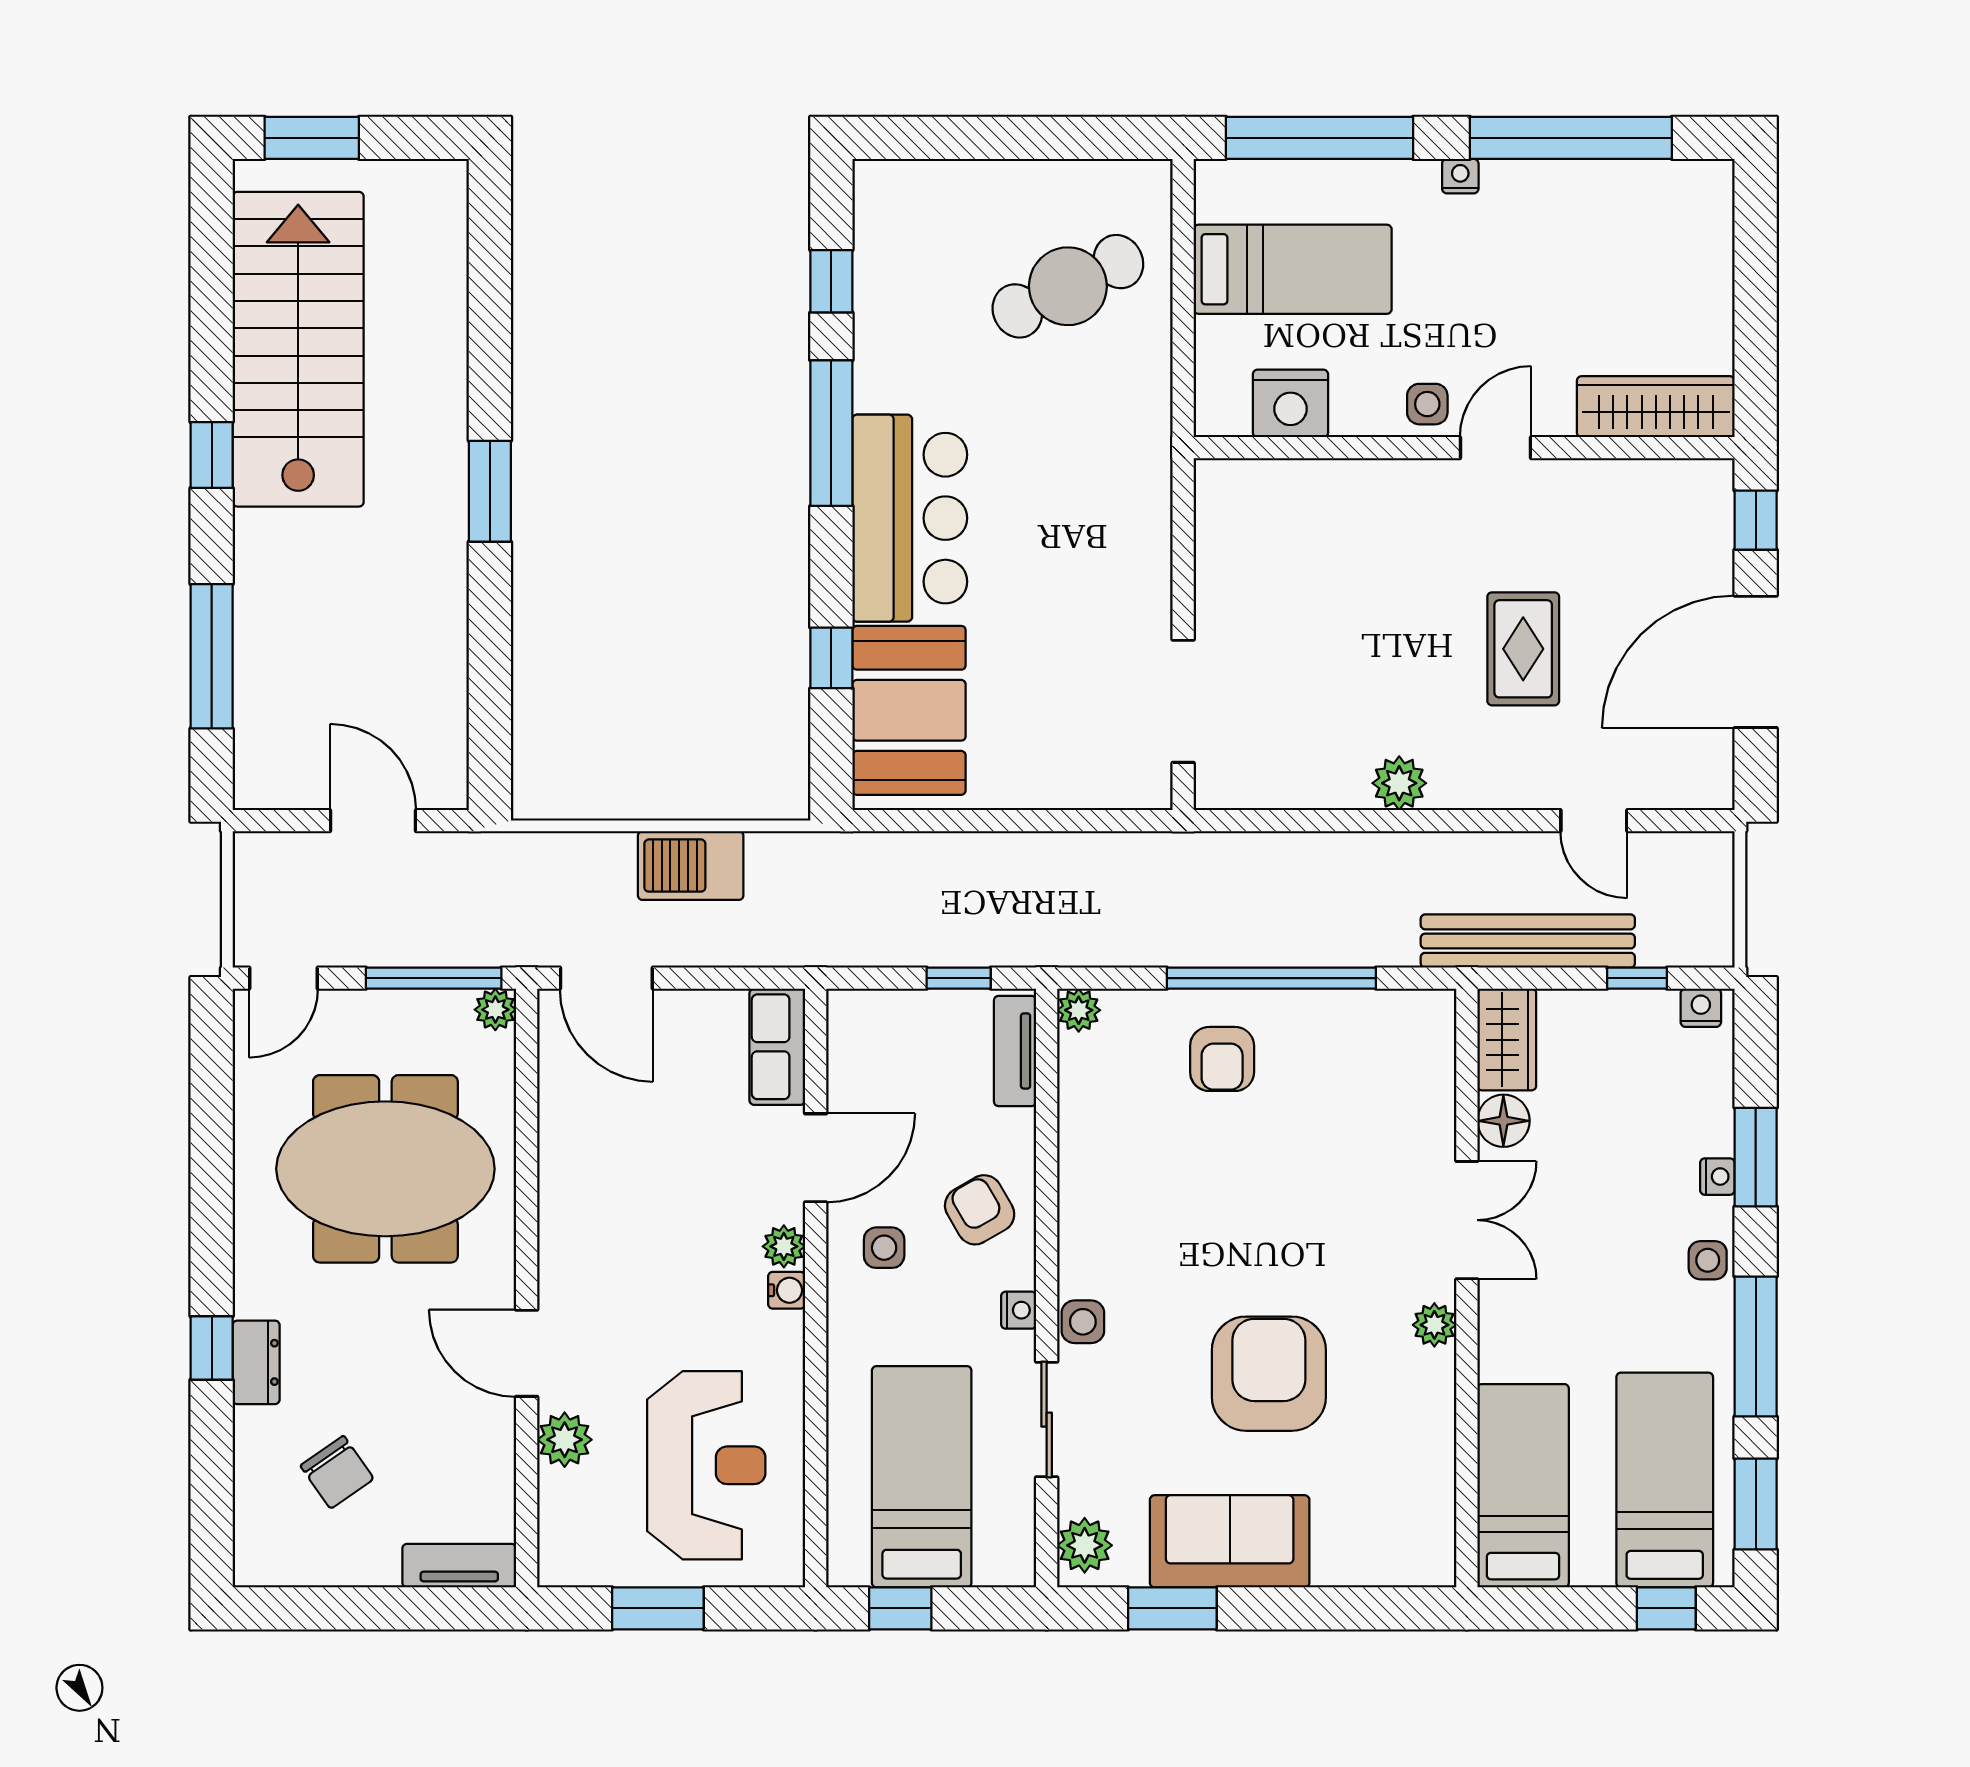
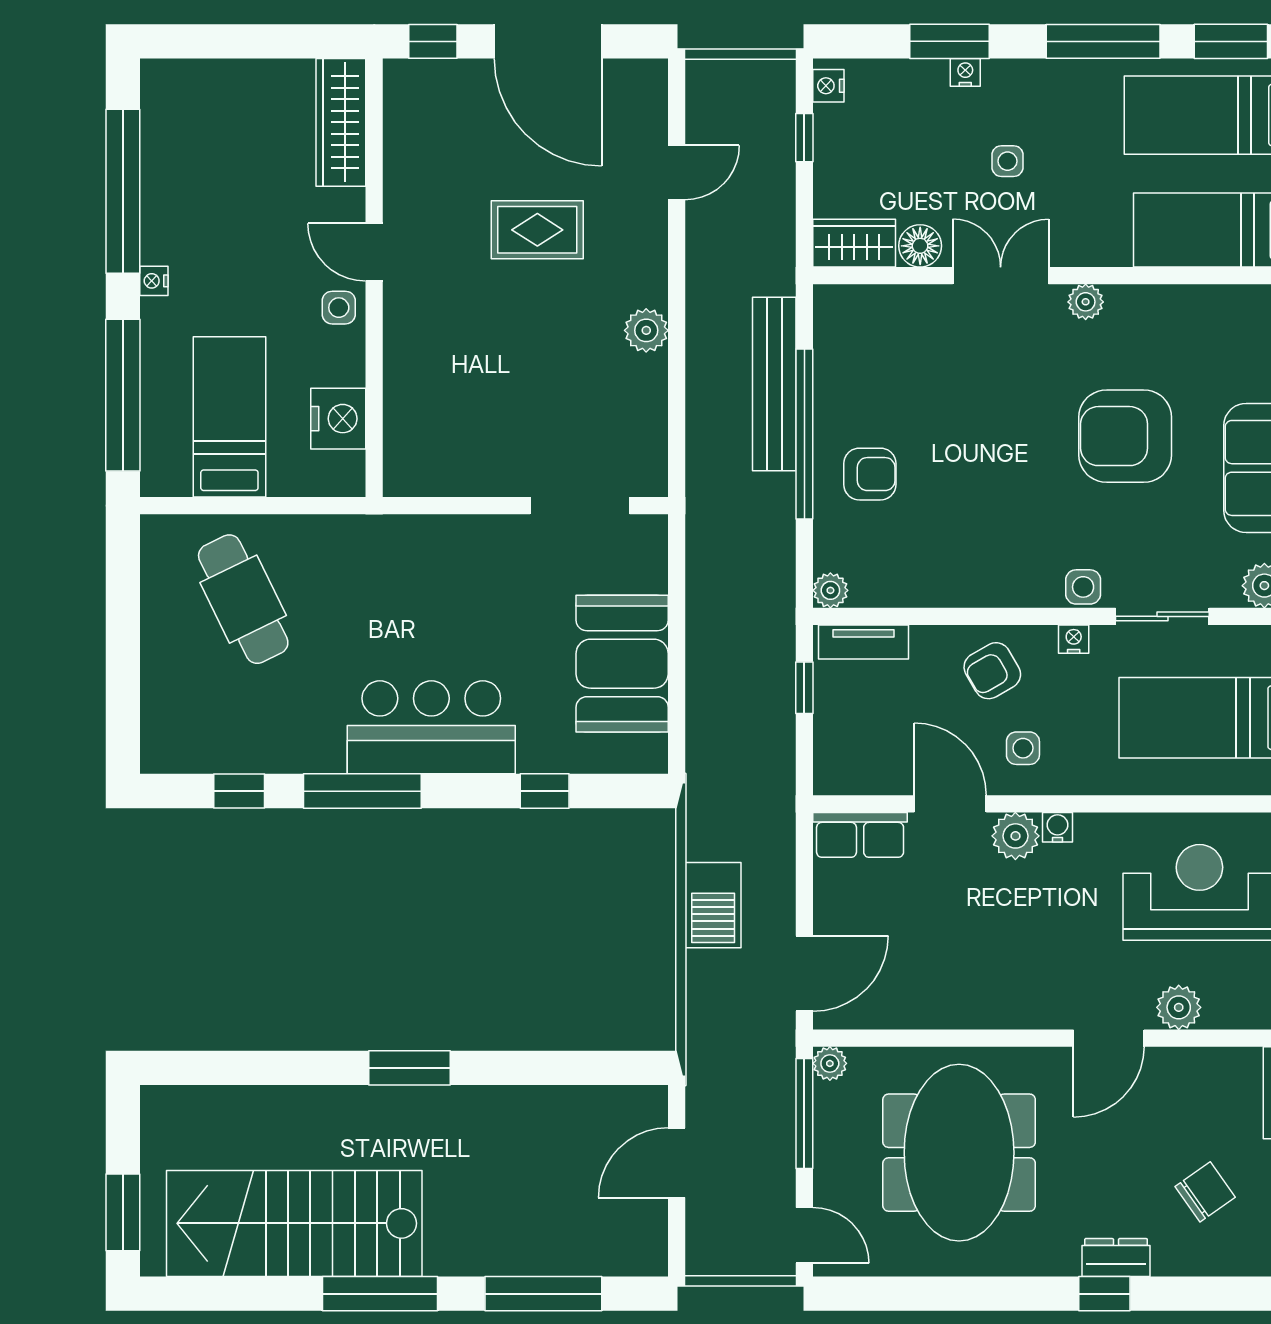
window: (212, 455) -> (380, 1294), width x2.17
booth: (909, 710) -> (622, 664), moved, turned 90
bench: (1528, 941) -> (774, 384), moved
plant: (784, 1246) -> (1015, 836), width x1.38, depth x1.38
side table: (1708, 1260) -> (1007, 161), moved

